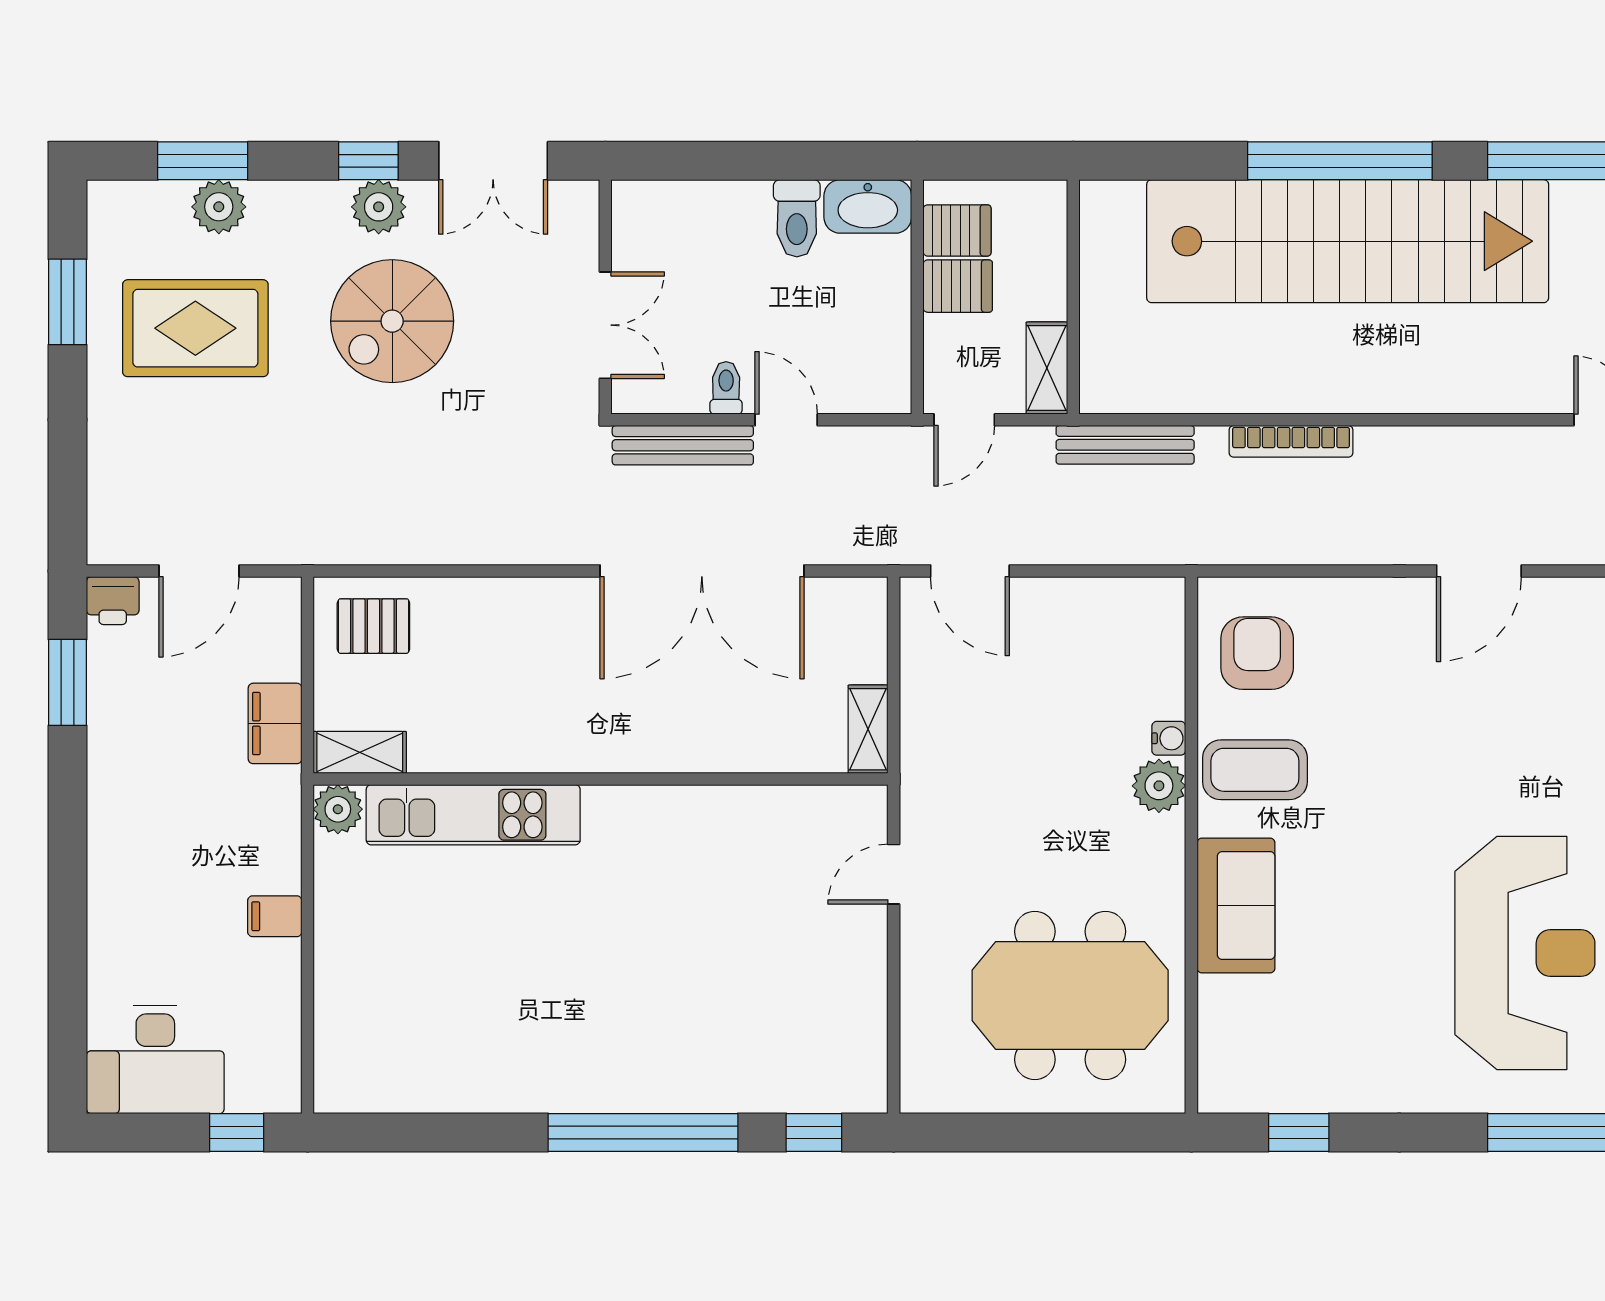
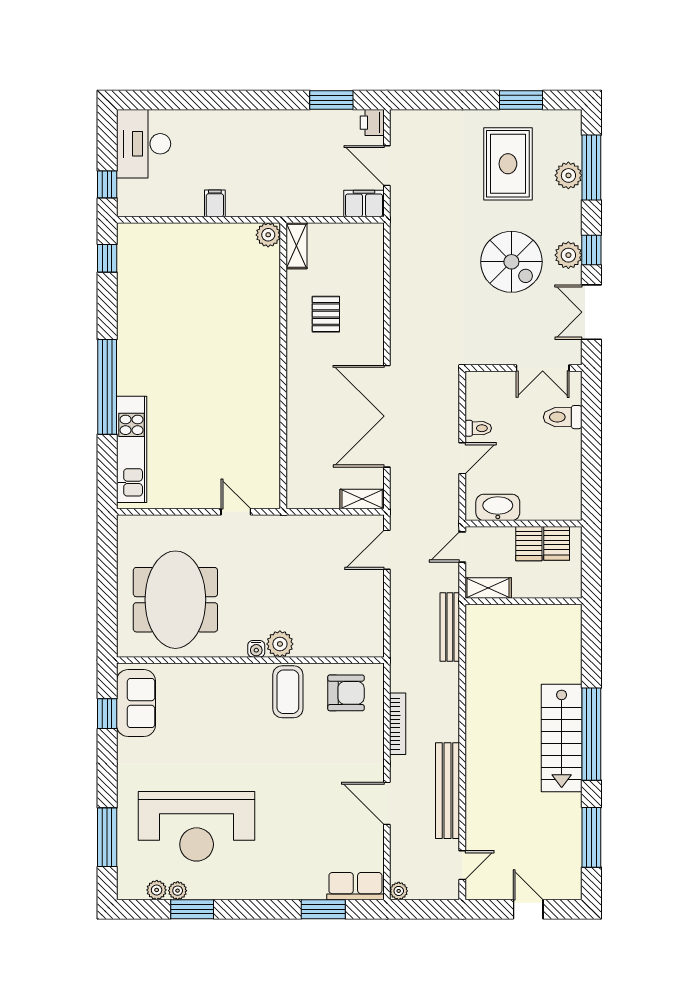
window: (203, 161) -> (591, 167), width x1.44
washbasin: (868, 206) -> (498, 507), moved, turned 90
toilet: (797, 218) -> (563, 417), moved
stairs: (1348, 241) -> (562, 738), width x0.54, depth x0.66
spiral stairs: (392, 321) -> (511, 262), turned 180
double door: (605, 325) -> (543, 368), moved
door: (964, 420) -> (462, 547), hinge flipped
bookcase: (1291, 441) -> (398, 724), moved, turned 180
bench: (683, 445) -> (448, 791), moved, width x1.37, depth x1.21
pallet: (373, 626) -> (326, 314), moved
filing cabinet: (275, 723) -> (364, 203), moved
shelving: (868, 729) -> (362, 499), moved
water cooler: (1169, 738) -> (256, 649), moved
kitchen unit: (473, 815) -> (132, 449), moved, turned 180
sofa: (1236, 906) -> (136, 703), moved, turned -90
window: (814, 1132) -> (107, 258), moved

